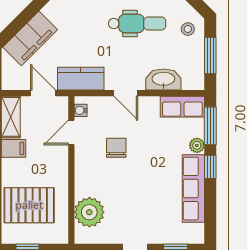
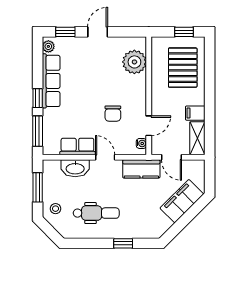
dental chair: (137, 24) -> (96, 213), turned 180
row of seats: (182, 107) -> (77, 147), moved
plant: (197, 145) -> (48, 46), moved
pallet: (29, 205) -> (183, 68), turned 90

